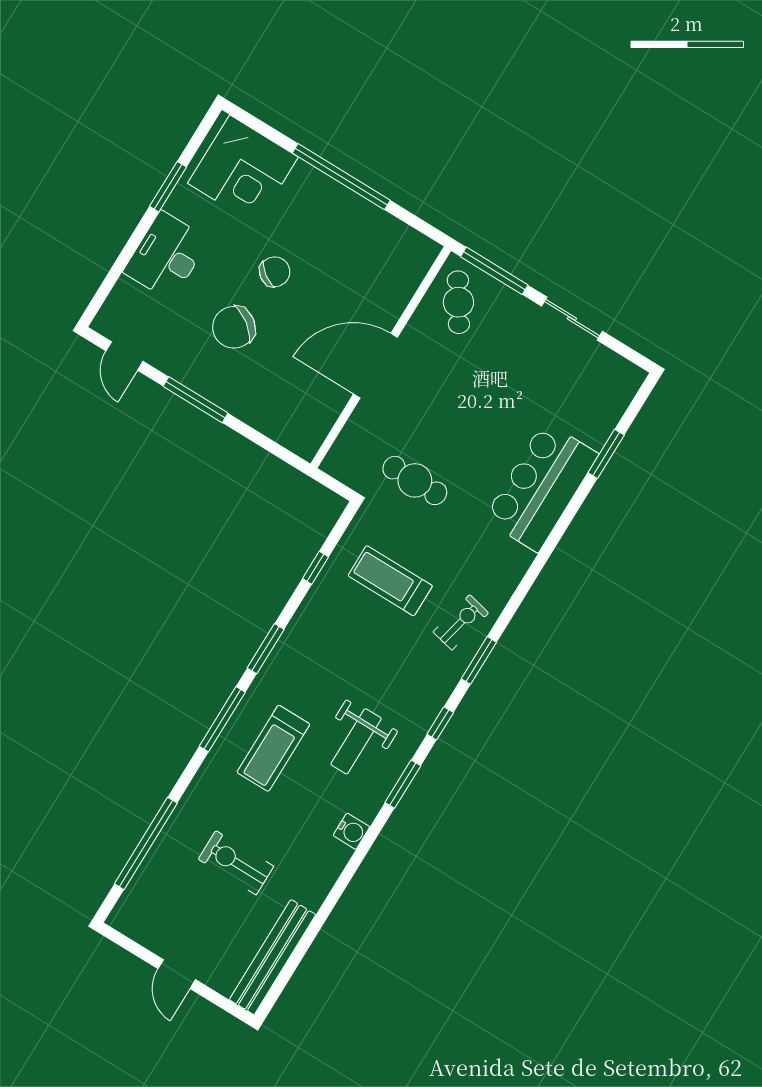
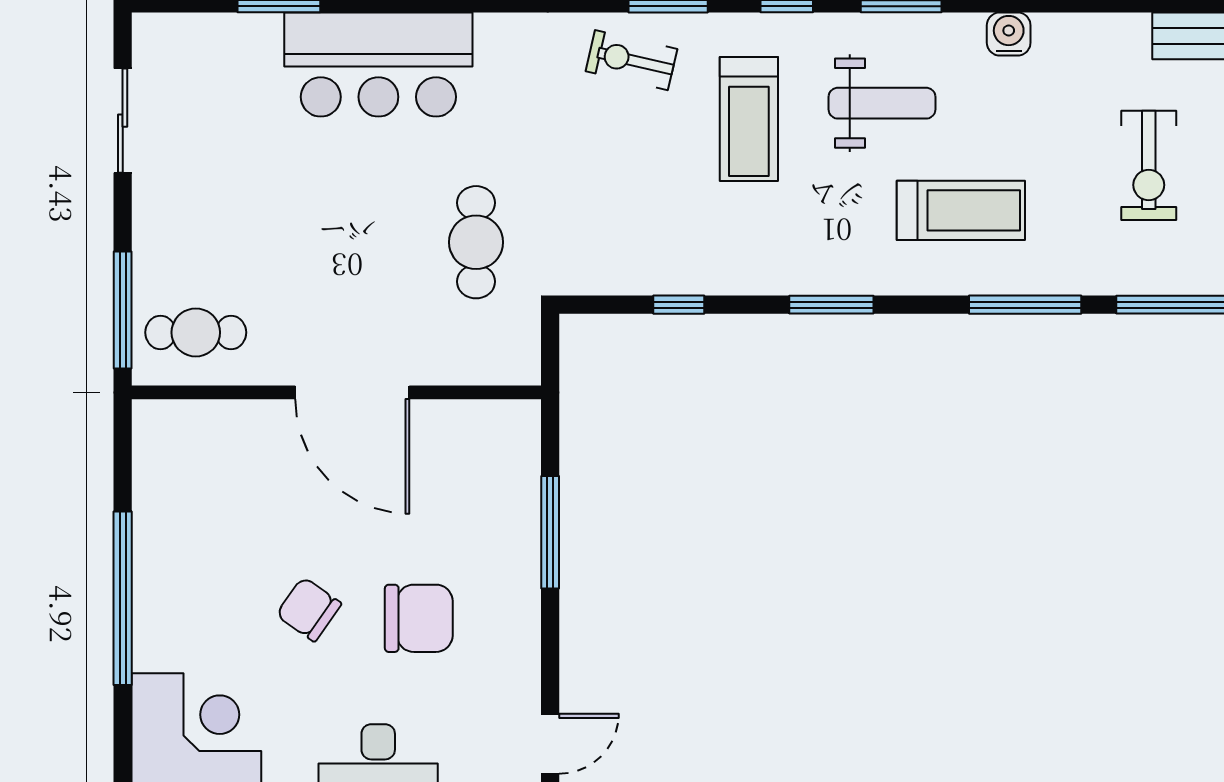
cafe table: (458, 302) -> (196, 332), turned 33
sliding door: (572, 319) -> (123, 121), moved
chair: (234, 327) -> (419, 618), turned -36
window: (195, 400) -> (550, 532), moved
treadmill: (390, 581) -> (749, 119), moved
window: (222, 719) -> (1025, 305), moved

